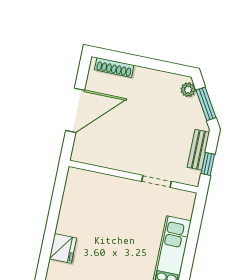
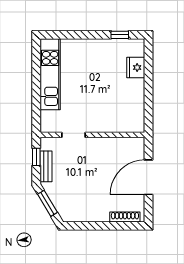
plant: (188, 90) -> (64, 212), removed

